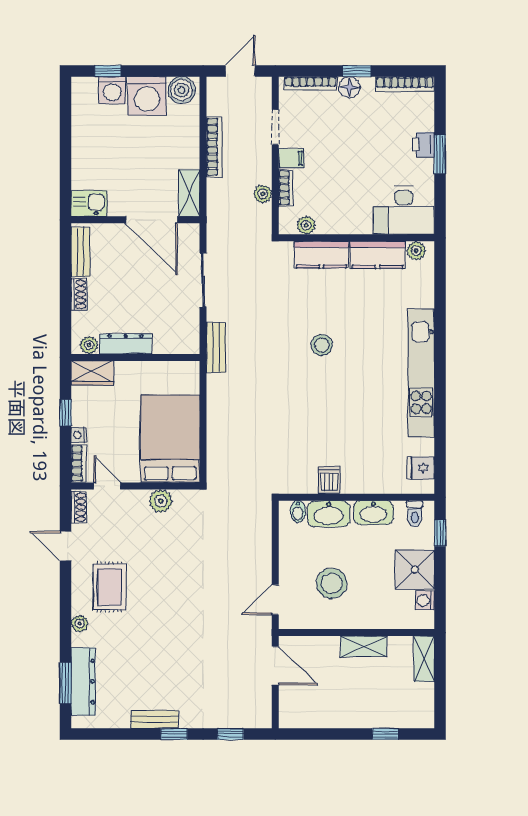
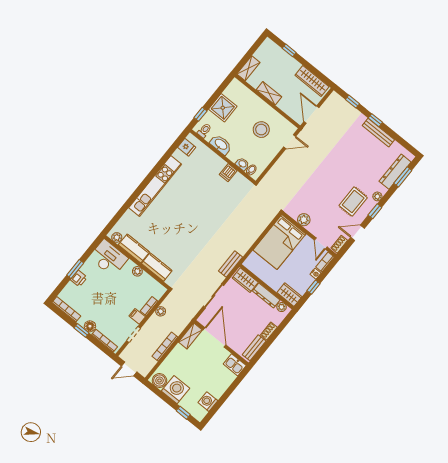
washing machine: (112, 90) -> (208, 402), moved, turned -90
plant: (306, 225) -> (137, 271), moved
wardrobe: (175, 341) -> (245, 280), added
stool: (322, 345) -> (187, 230), removed
washbasin: (329, 514) -> (242, 164), width x0.52, depth x0.69
door: (66, 546) -> (358, 233), swing flipped
window: (66, 599) -> (375, 211), added
washing machine: (425, 600) -> (229, 92), removed
wardrobe: (315, 716) -> (312, 81), added
bench: (155, 719) -> (378, 133), width x1.36

